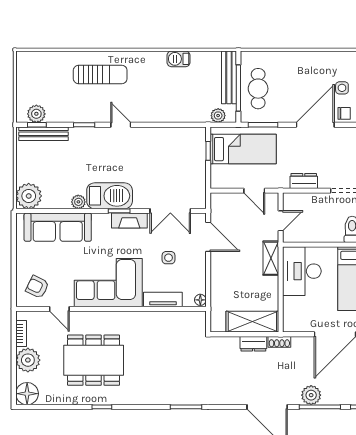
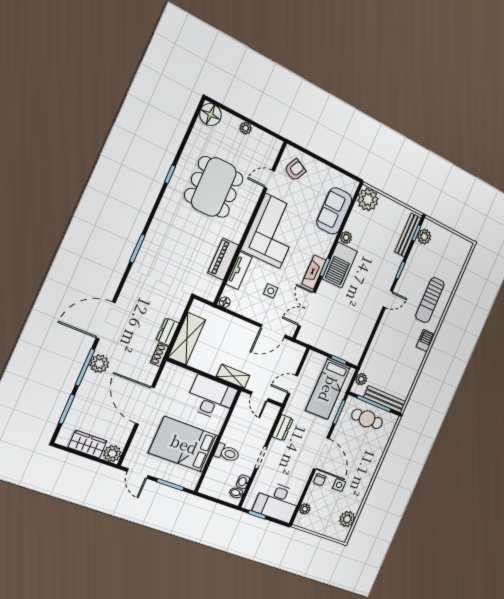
barbecue: (179, 59) -> (425, 341), moved
sofa: (58, 227) -> (334, 211), width x0.73
piano: (159, 320) -> (223, 259), added
bookcase: (21, 333) -> (263, 136), removed
plant: (28, 360) -> (246, 128), width x0.53, depth x0.53

